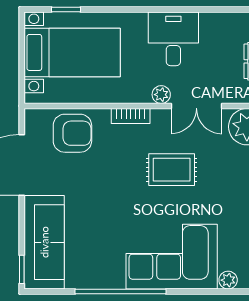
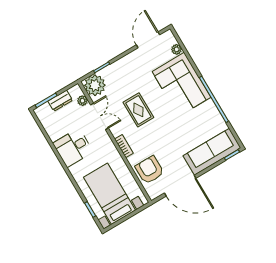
plant: (161, 95) -> (83, 101), moved

